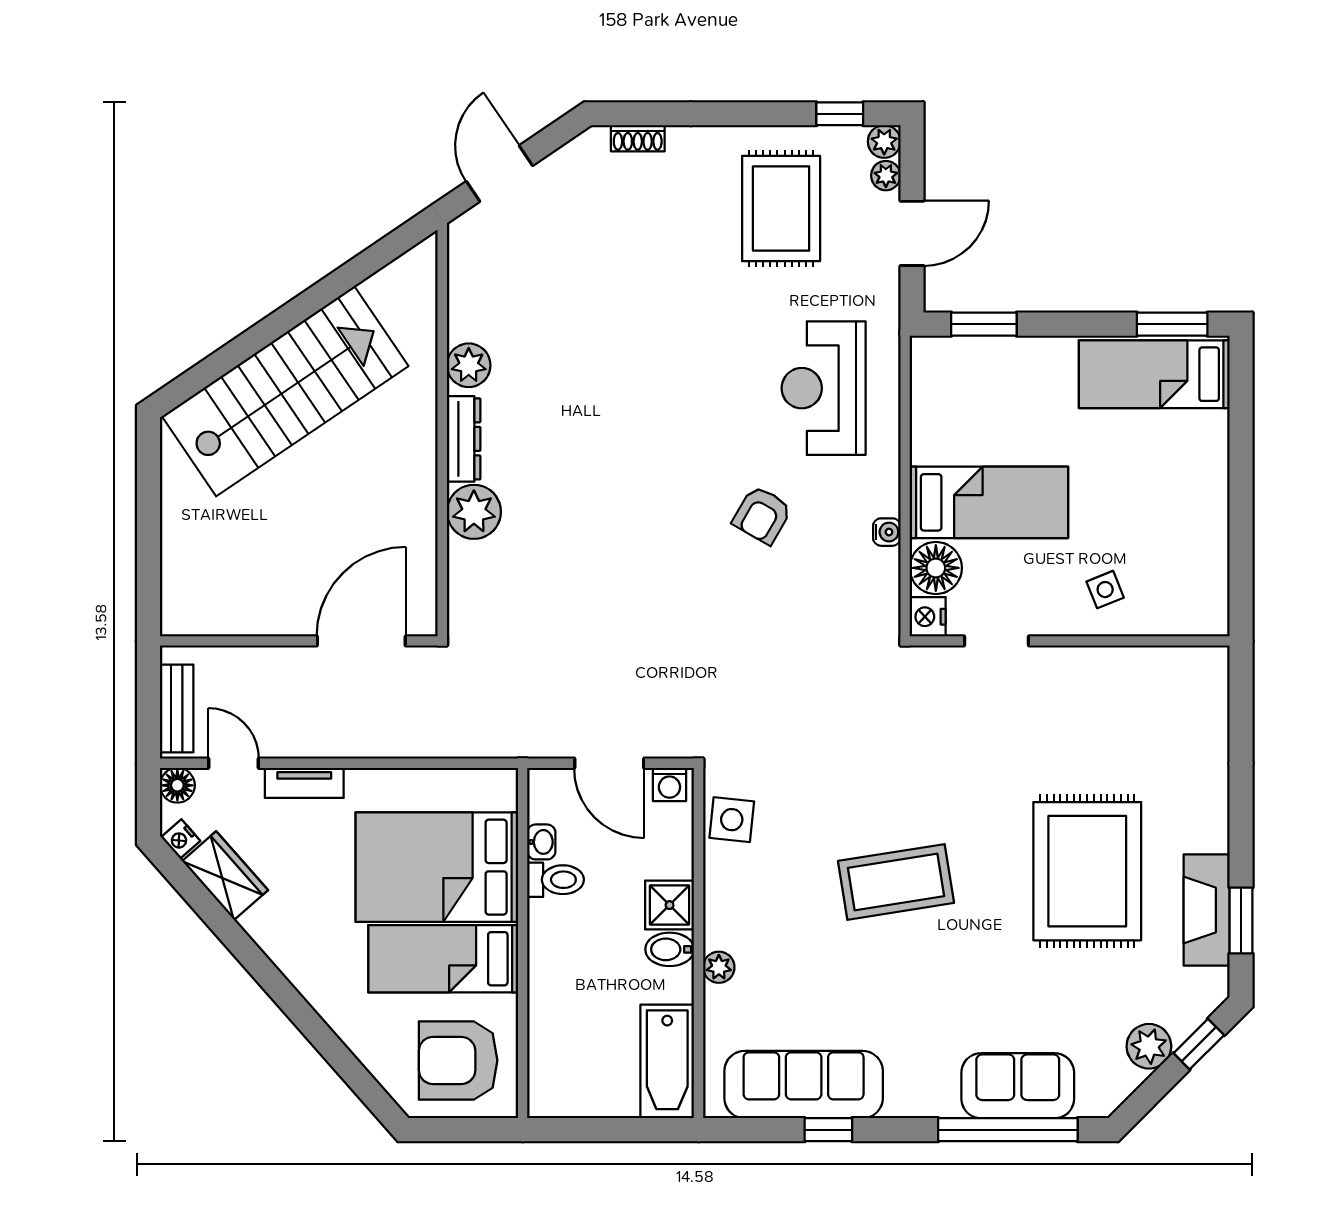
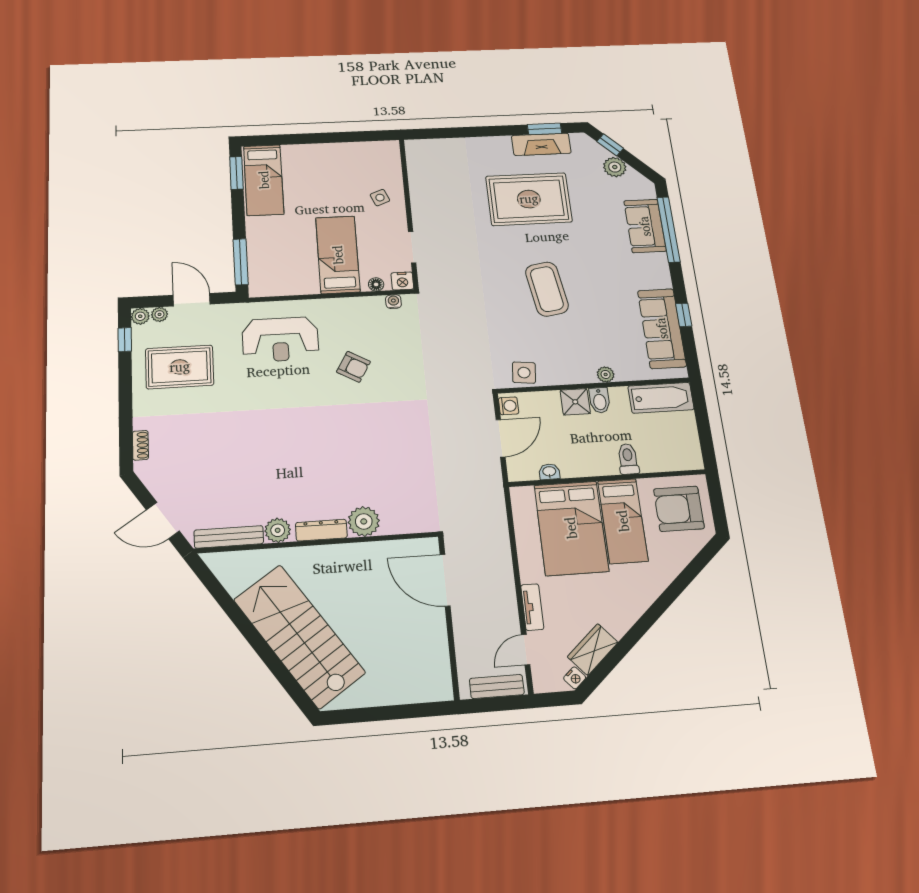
bench: (463, 283) -> (229, 537), added
window: (984, 324) -> (241, 262), width x1.44
water cooler: (887, 532) -> (393, 302), moved
floor lamp: (936, 568) -> (376, 284), width x0.53, depth x0.53
floor lamp: (177, 785) -> (543, 682), removed
toilet: (556, 880) -> (628, 459), moved
armchair: (458, 1060) -> (679, 509), turned 90

